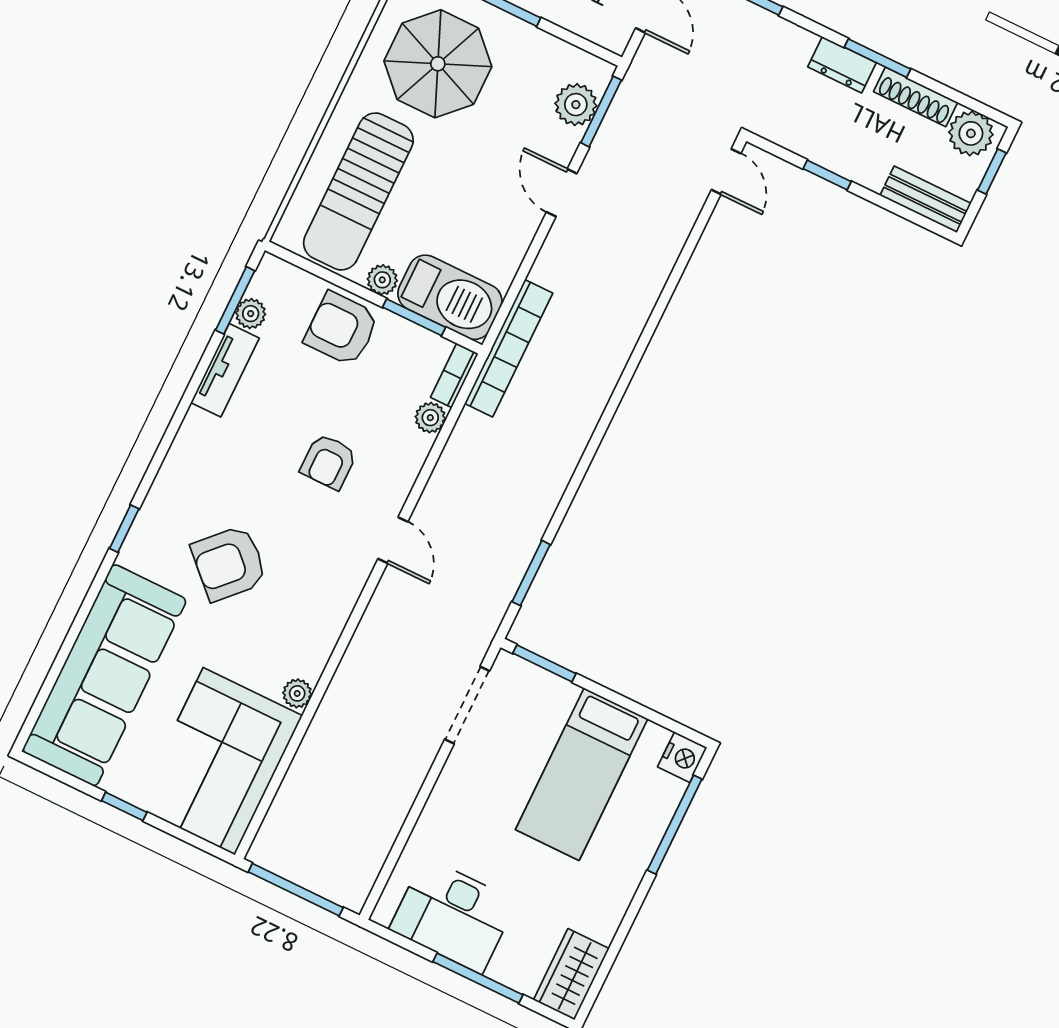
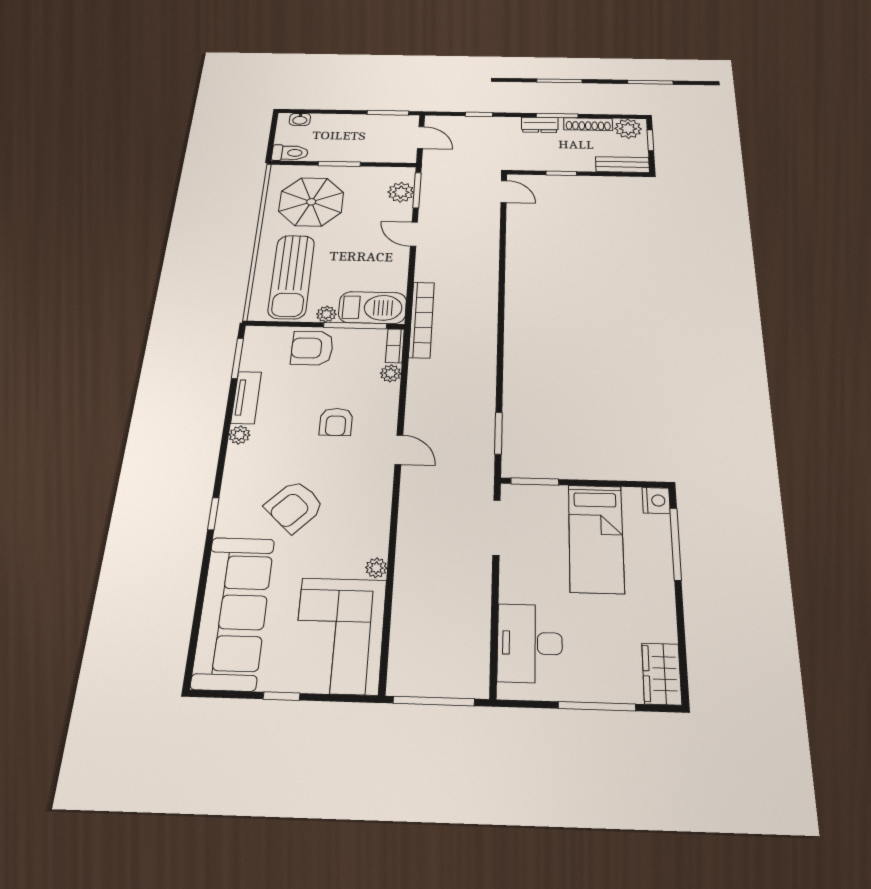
plant: (251, 314) -> (239, 435), moved
window: (414, 317) -> (355, 326), width x1.44
desk: (453, 915) -> (530, 643), moved, turned 90

